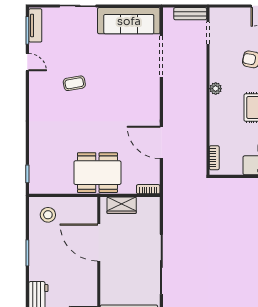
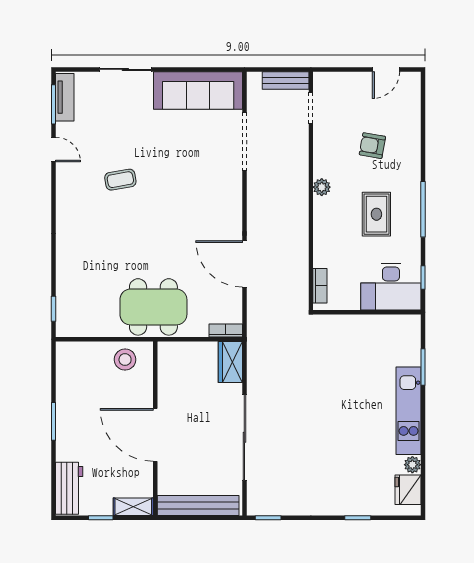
wardrobe: (122, 205) -> (230, 362), moved, turned 90
stool: (48, 215) -> (125, 360), moved
door: (99, 243) -> (155, 435), moved

